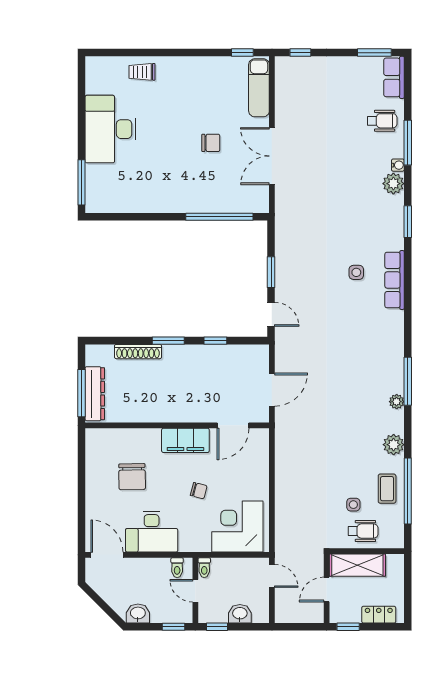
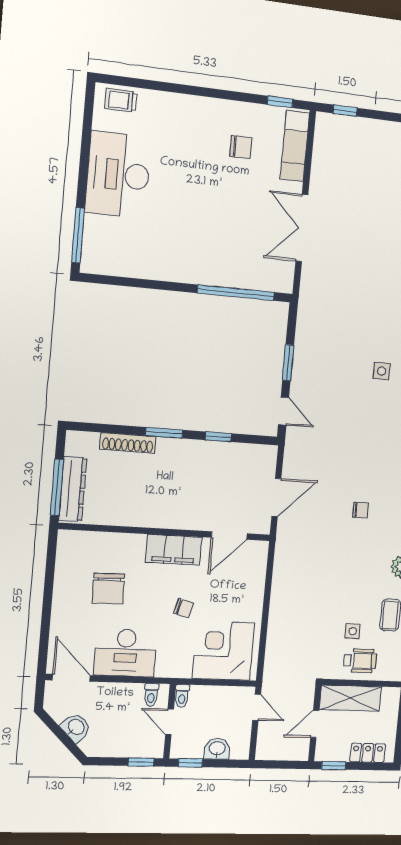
trolley: (142, 72) -> (121, 100), moved
chair: (211, 143) -> (241, 147), moved
chair: (350, 396) -> (361, 510), added
washbasin: (138, 614) -> (76, 727), moved, turned 45

